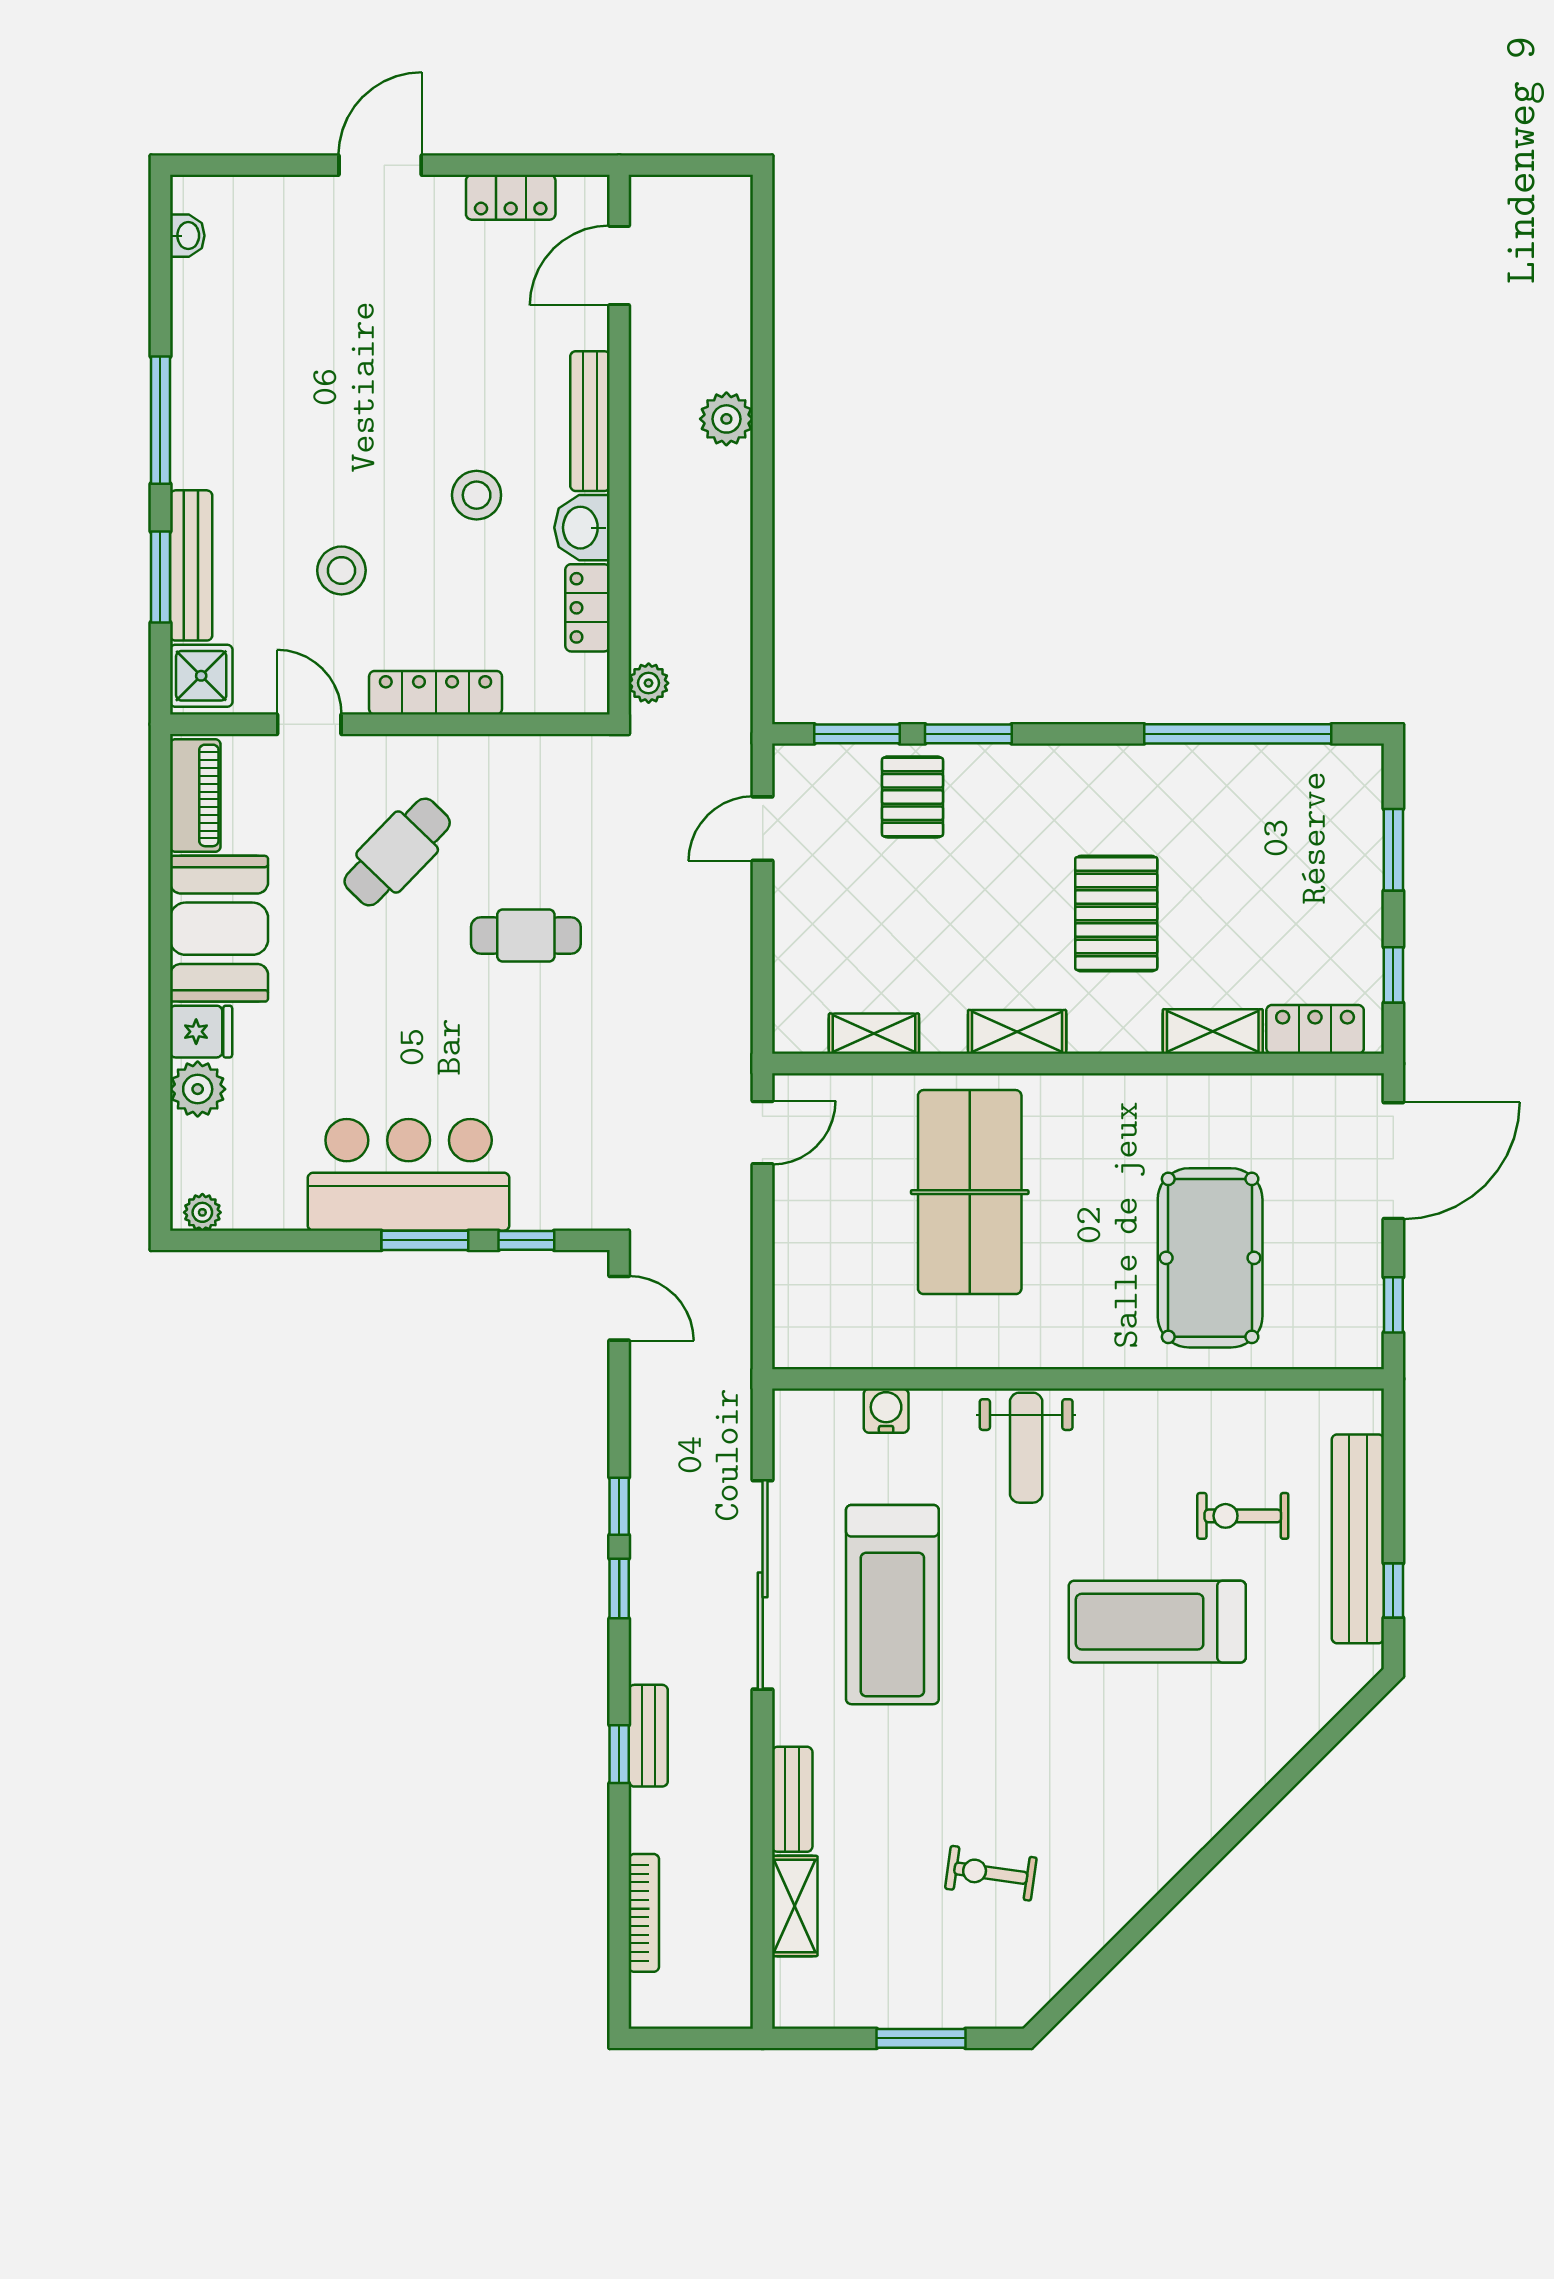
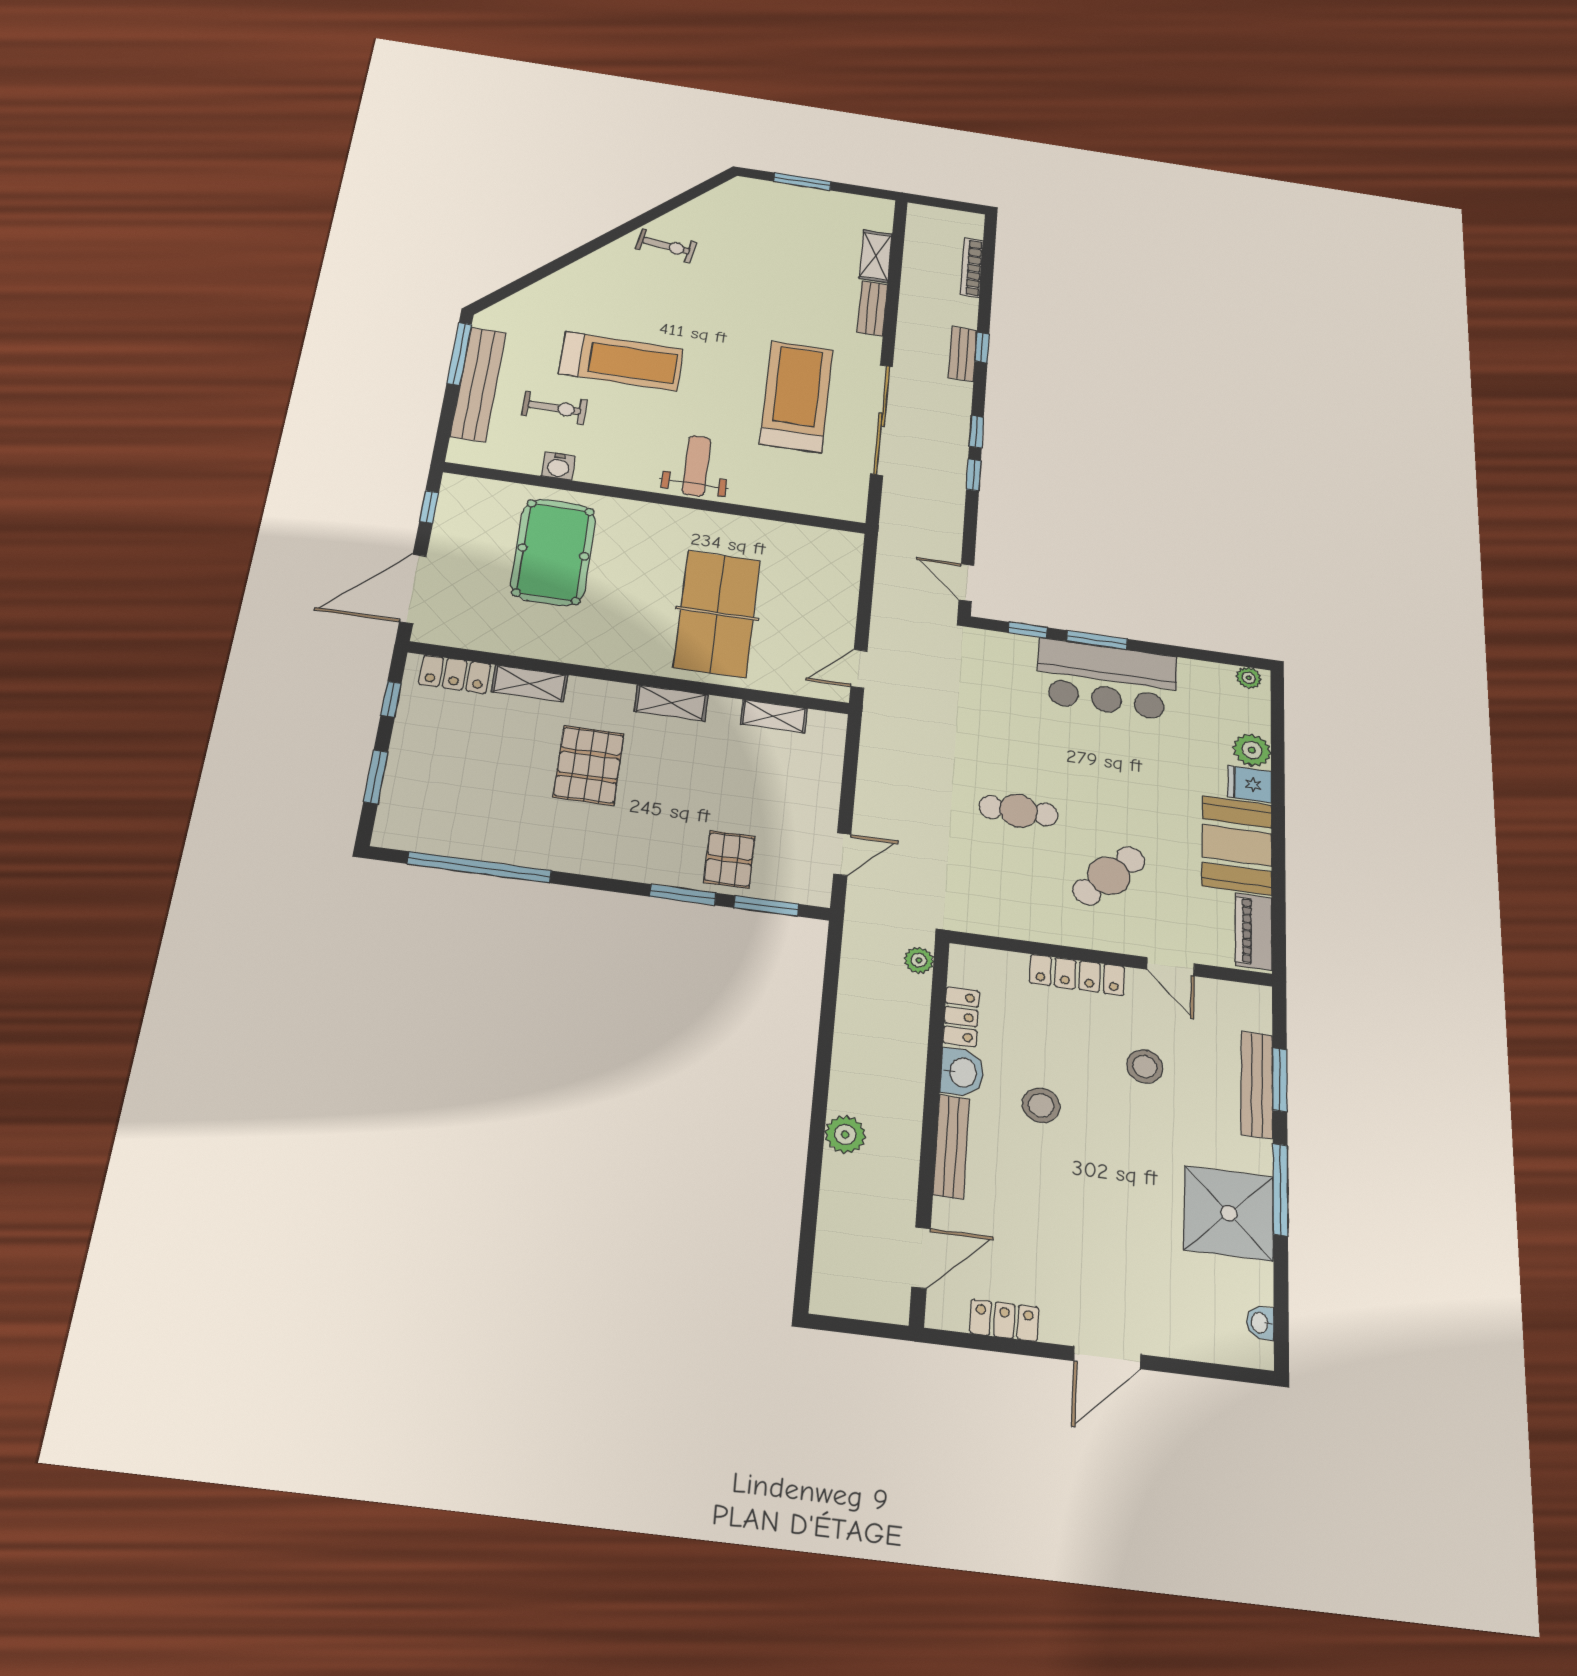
shower: (201, 676) -> (1229, 1213), moved, width x1.86, depth x1.86
water cooler: (886, 1411) -> (558, 466), moved
window: (1393, 1590) -> (459, 354), width x2.17
exercise bike: (991, 1873) -> (666, 246), moved

